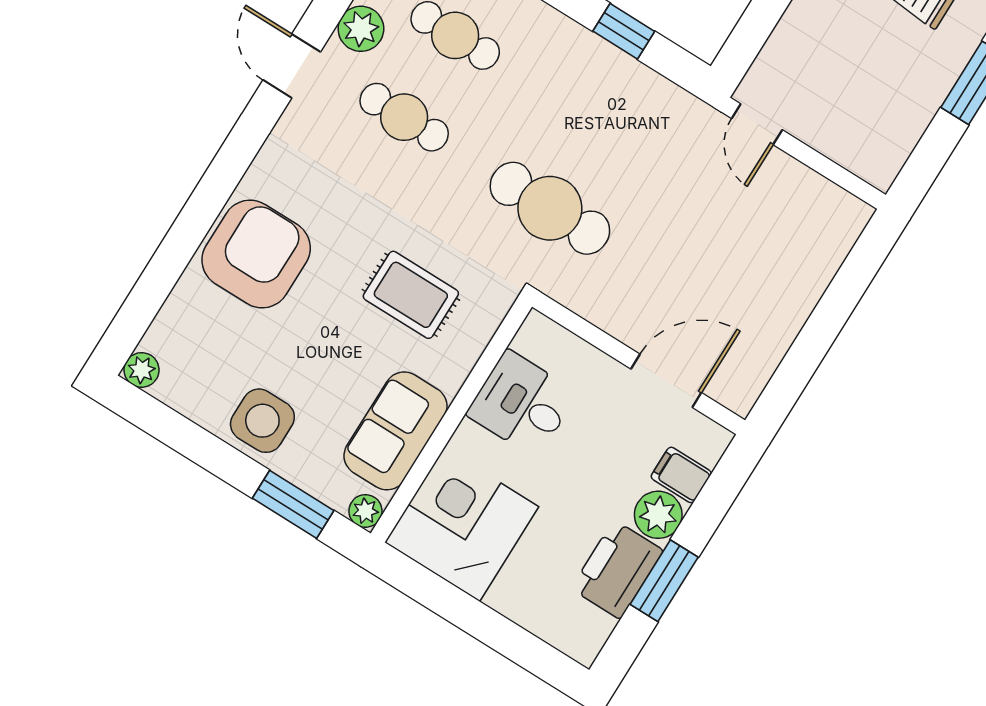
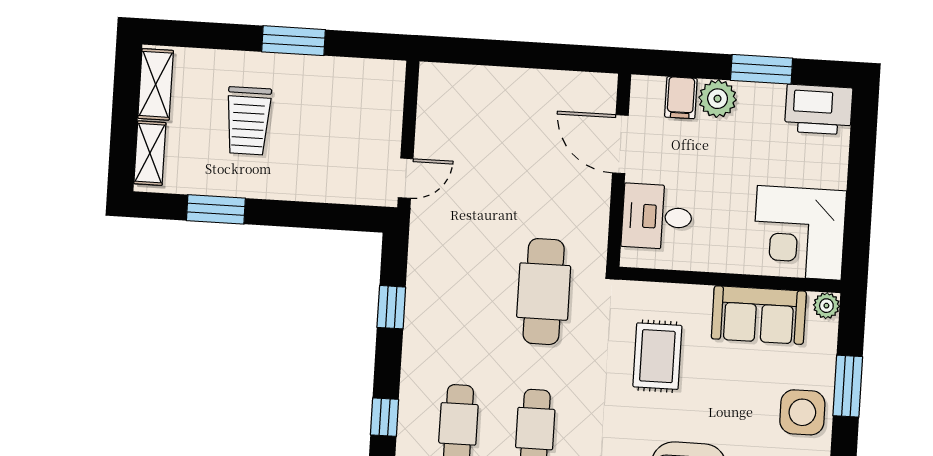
desk: (522, 404) -> (657, 217), moved, turned 90
window: (293, 504) -> (848, 386), moved
printer: (617, 570) -> (819, 110), moved

